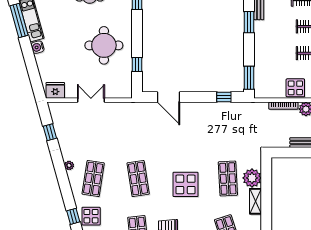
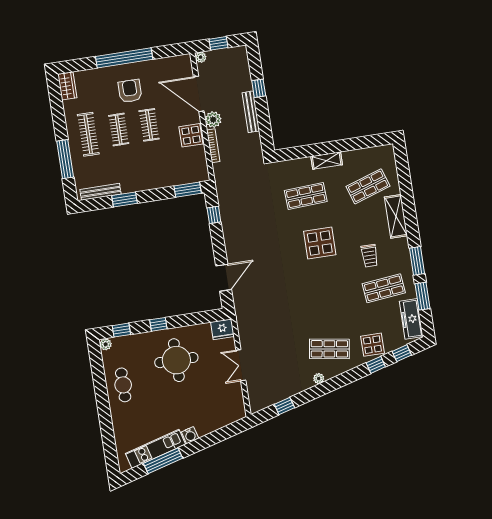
window: (137, 64) -> (158, 324), moved
fridge: (55, 90) -> (222, 329), moved, turned -90
plant: (252, 178) -> (301, 169), removed
shop shelf: (138, 179) -> (321, 298), removed

